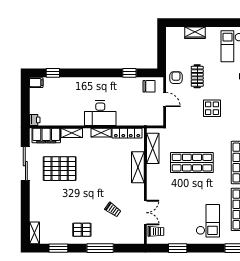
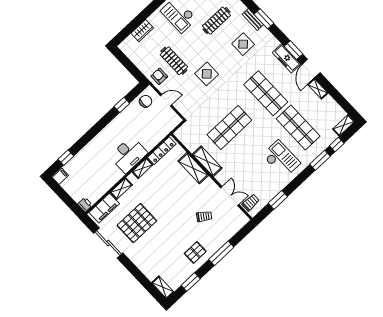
clothes rail: (197, 76) -> (174, 61), width x1.36
shelving: (153, 148) -> (207, 161), moved

